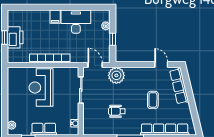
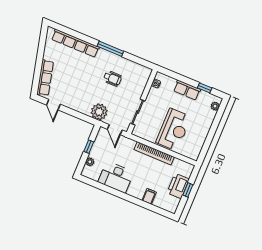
filing cabinet: (55, 17) -> (149, 196), moved
coffee table: (153, 100) -> (75, 75), removed

